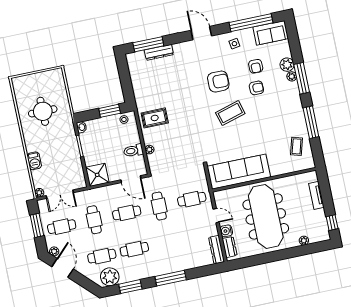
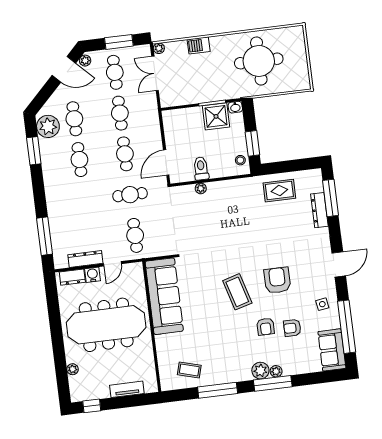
plant: (287, 65) -> (260, 371), moved
armchair: (218, 82) -> (277, 280), turned 180
round table: (43, 111) -> (259, 61), width x1.36, depth x1.36
rug: (155, 118) -> (279, 191), moved, turned 90
shower: (97, 175) -> (216, 116), moved
cafe table: (94, 220) -> (120, 113), turned 90
dresser: (217, 250) -> (85, 259), moved
window: (171, 278) -> (44, 236), moved

